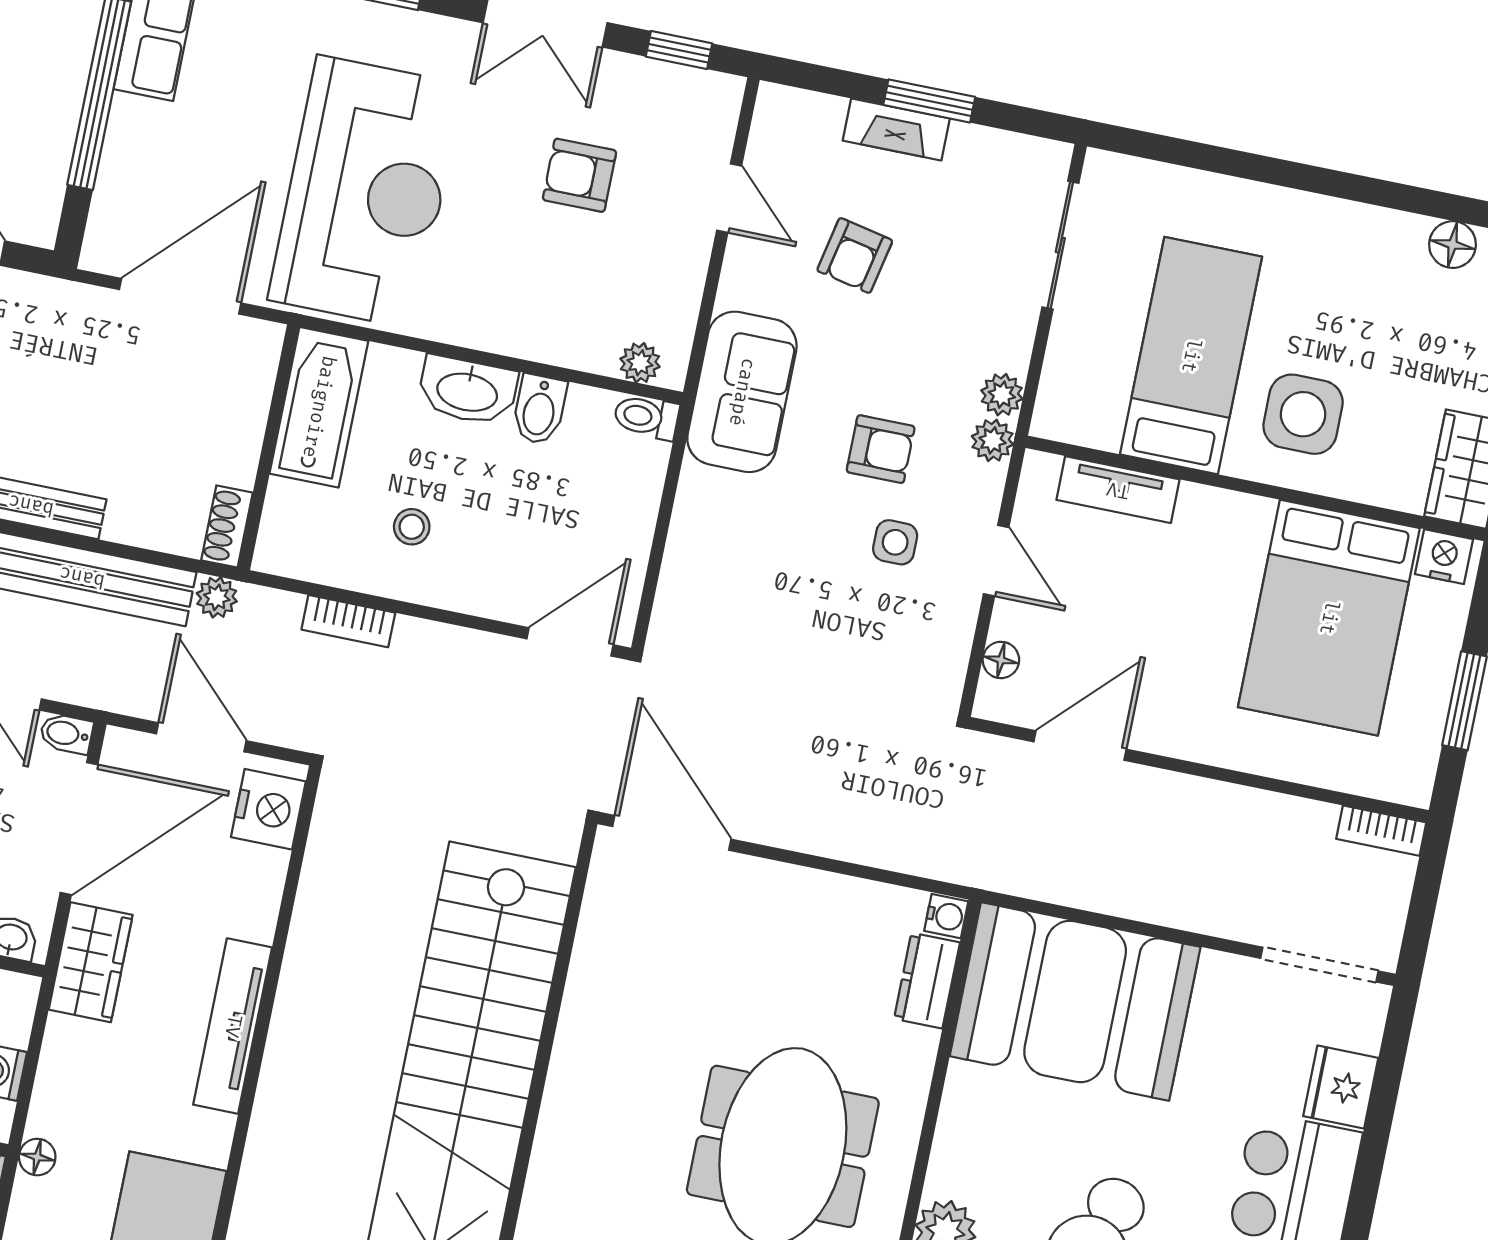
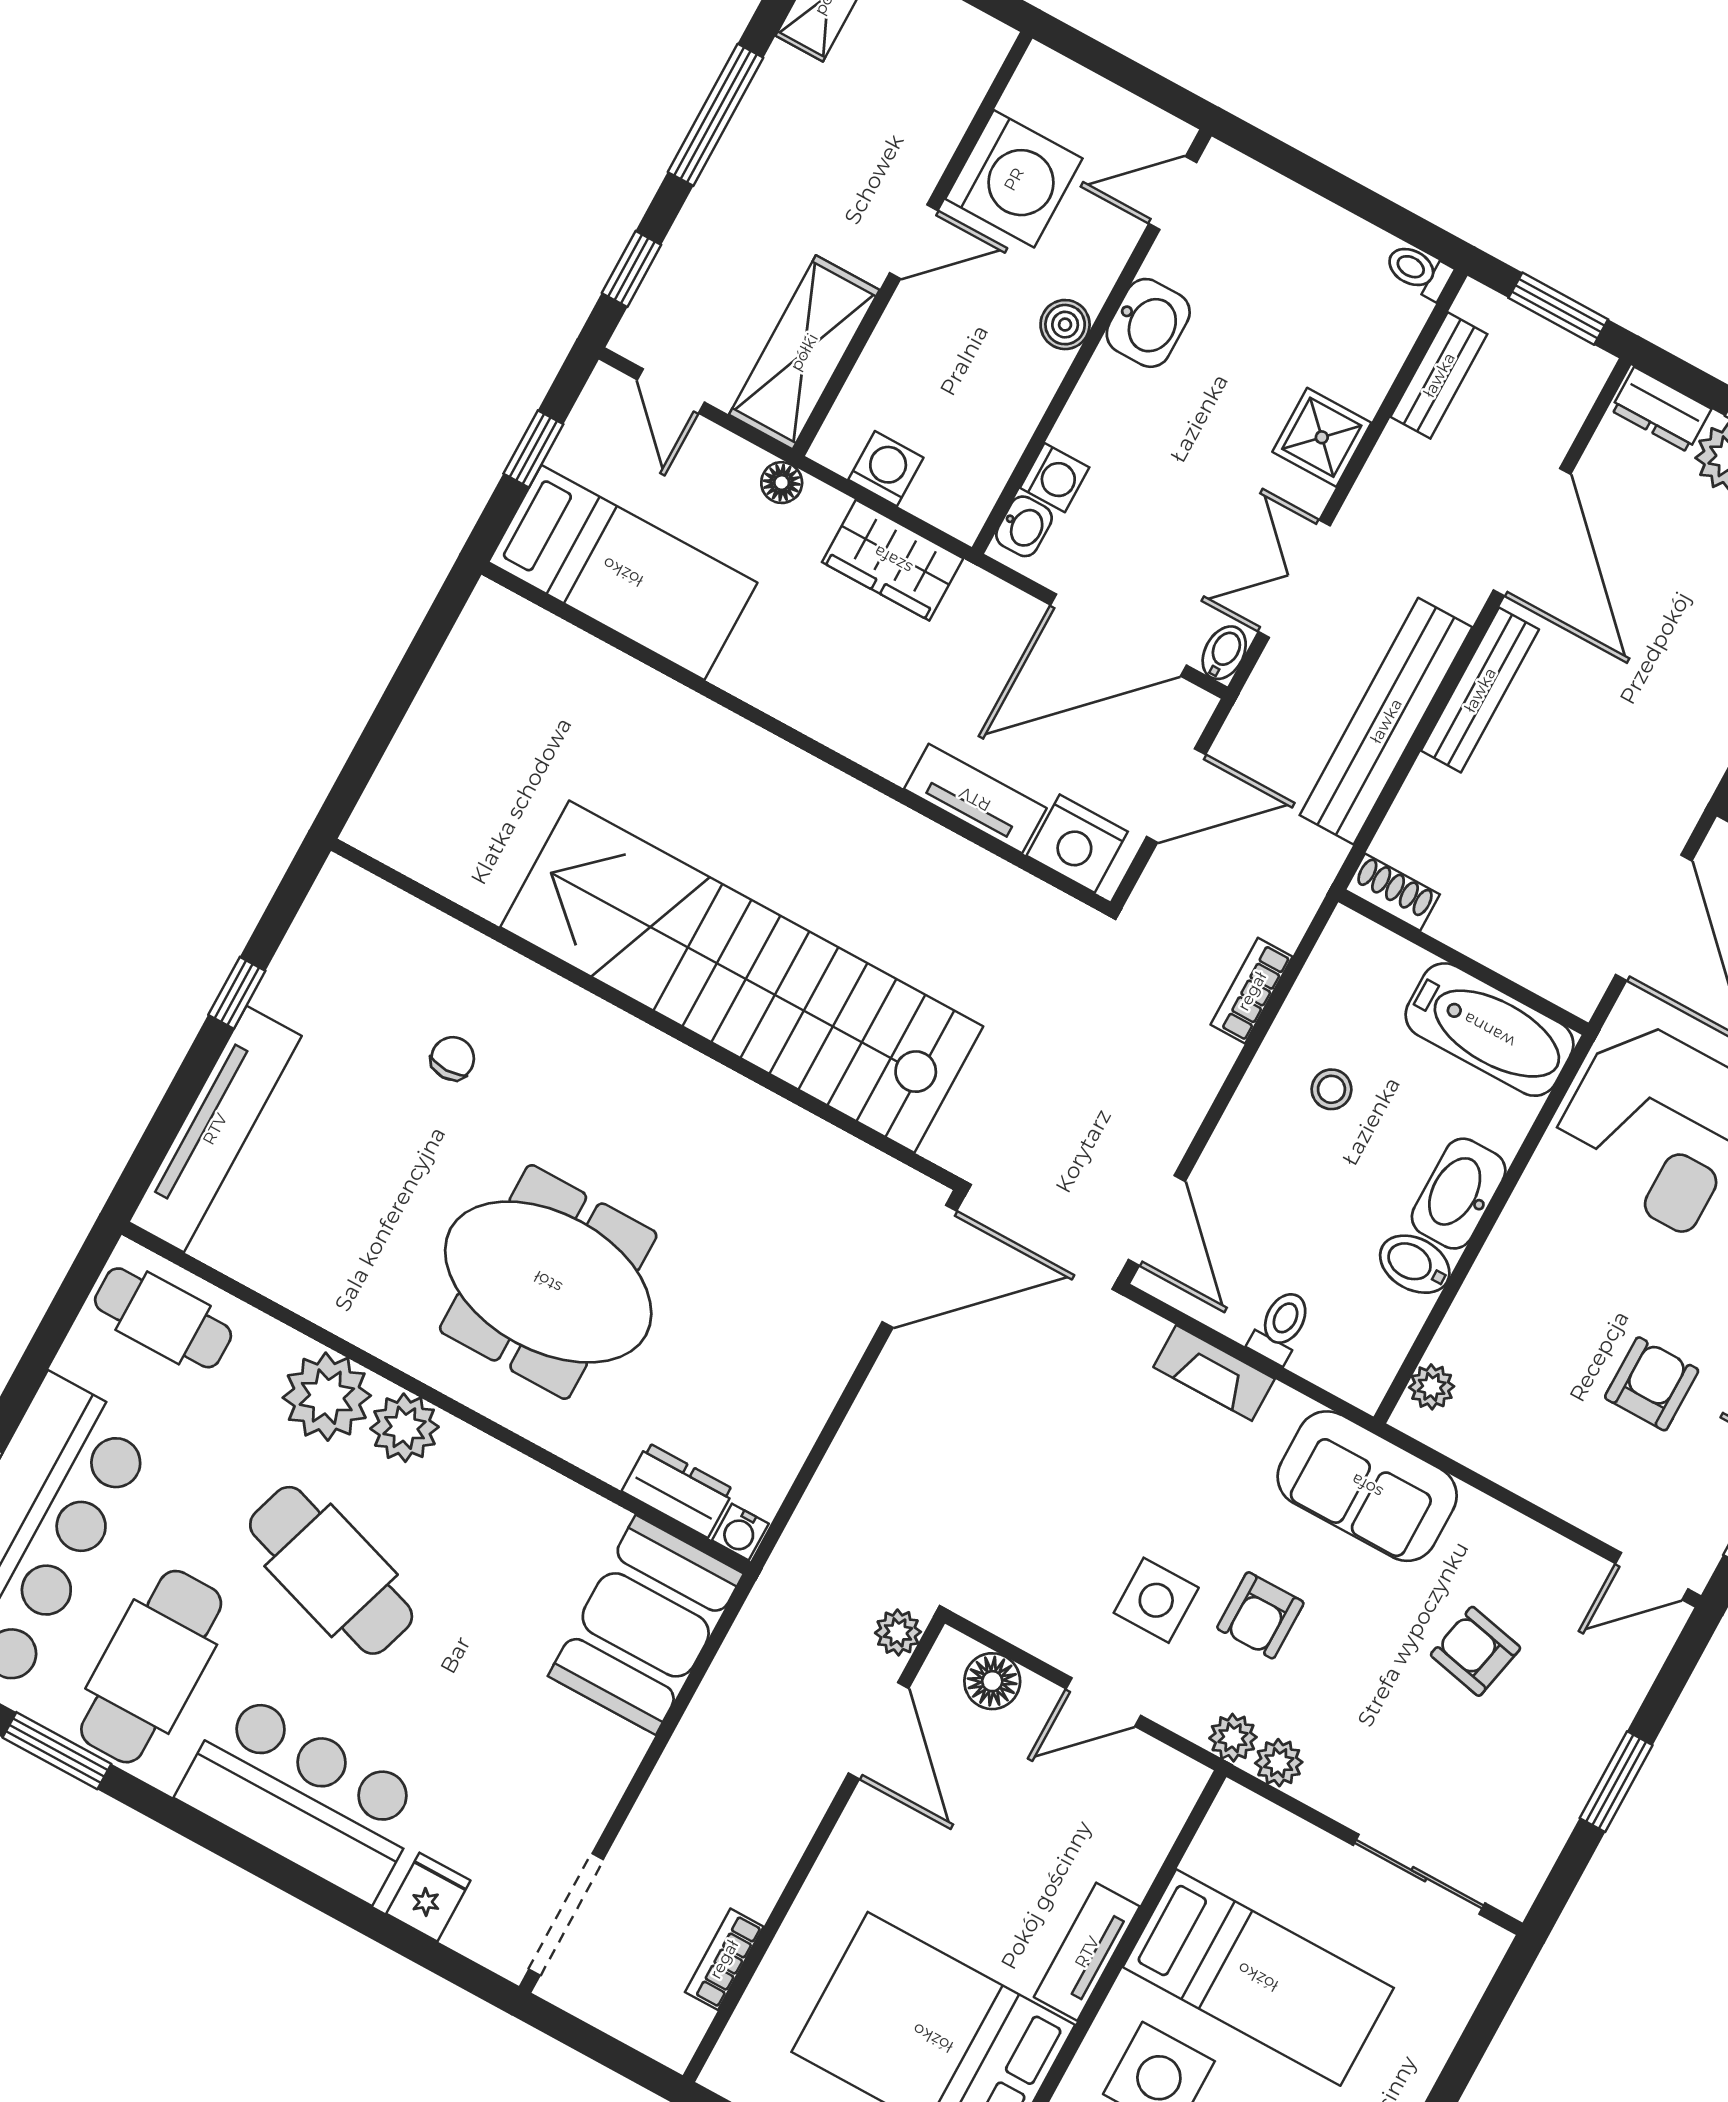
fireplace: (896, 129) -> (1214, 1373), moved, turned -90
door: (729, 198) -> (1652, 1576), moved
toilet: (646, 417) -> (1281, 1326), moved
tv unit: (1118, 490) -> (1087, 1952), moved
side table: (895, 542) -> (1156, 1600), width x1.37, depth x1.37
plant: (217, 597) -> (898, 1632), moved
floor lamp: (1001, 660) -> (992, 1681), width x1.37, depth x1.37
door: (79, 829) -> (1119, 635), hinge flipped
bookcase: (1381, 831) -> (724, 1959), moved
wardrobe: (91, 962) -> (893, 560), moved
booth: (1075, 1002) -> (646, 1625), width x0.73, depth x0.70
tv unit: (233, 1026) -> (975, 799), moved, width x0.71
fridge: (1341, 1087) -> (428, 1897), width x0.72

